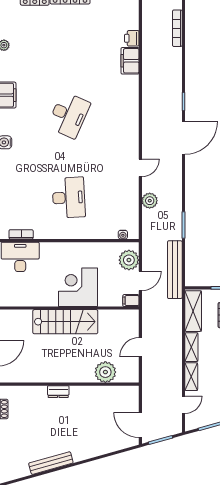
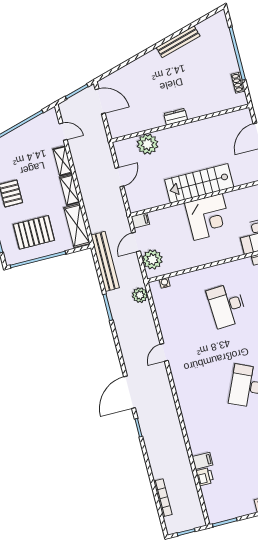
filing cabinet: (130, 61) -> (203, 461), width x0.50
plant: (150, 201) -> (140, 295), moved
corner desk: (78, 287) -> (208, 217), moved
dresser: (58, 392) -> (176, 117), moved
door: (183, 405) -> (63, 132), swing flipped

